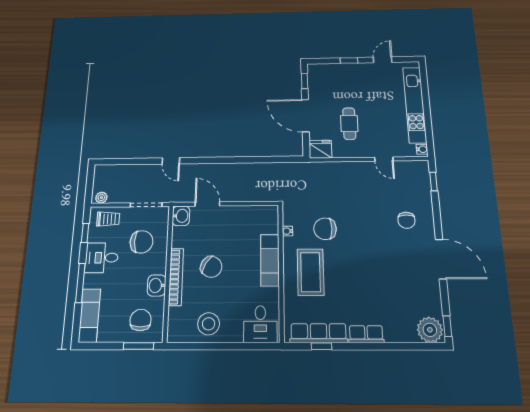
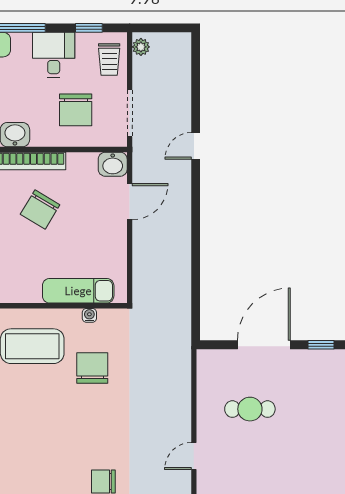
fridge: (320, 149) -> (210, 365), removed
exam couch: (270, 260) -> (78, 291), moved

